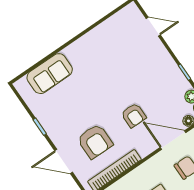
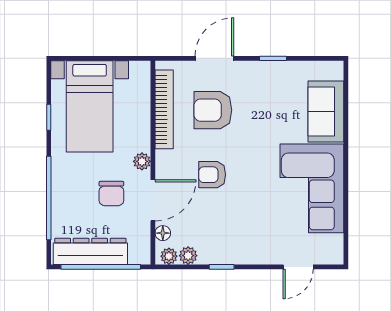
corner sofa: (101, 50) -> (312, 188), added
plant: (154, 162) -> (142, 161), added

